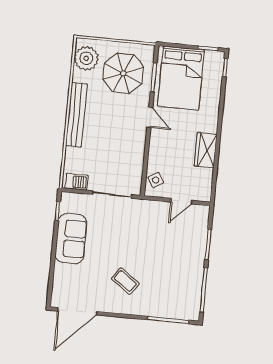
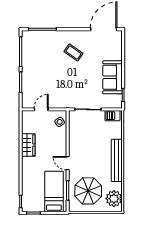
bed: (181, 78) -> (54, 191), width x0.67

